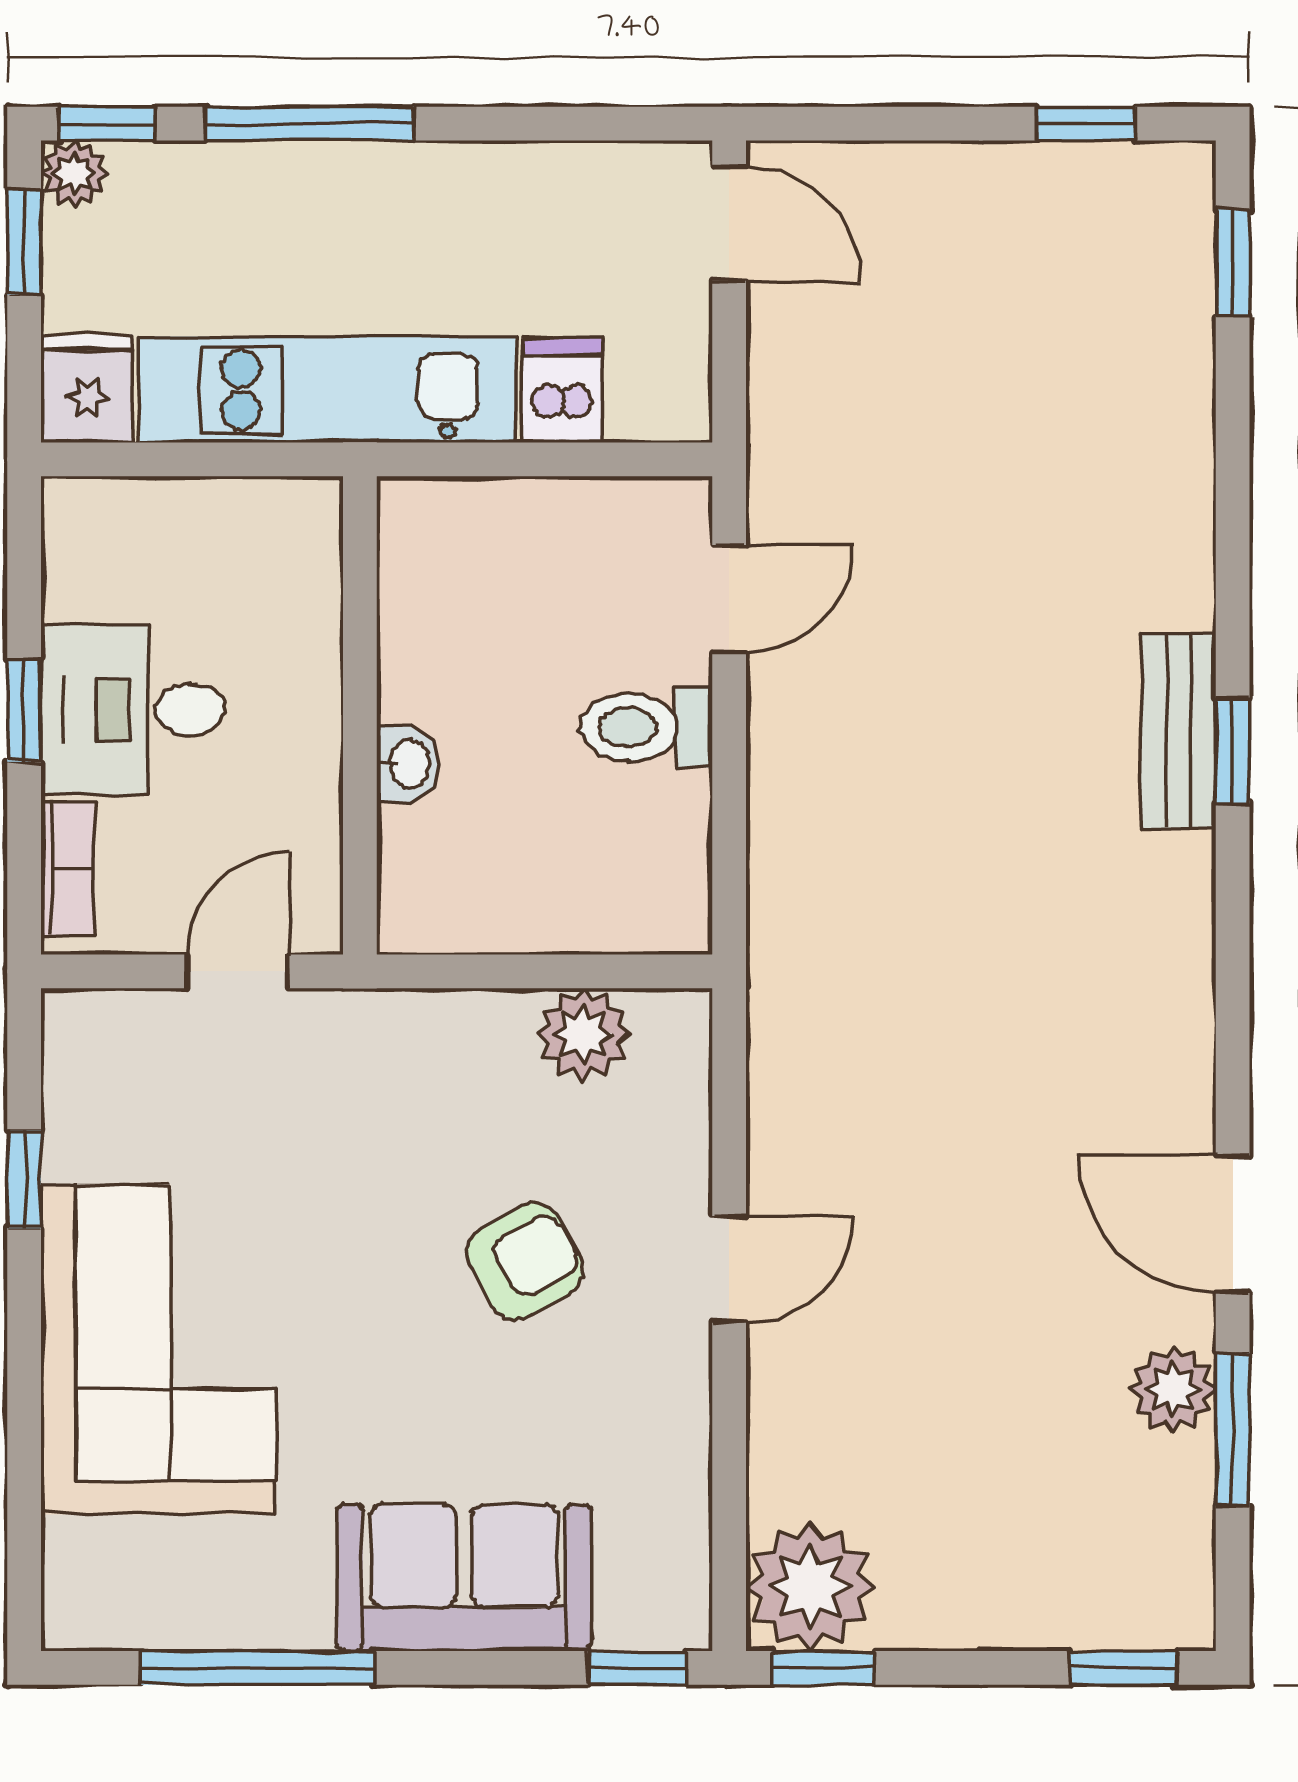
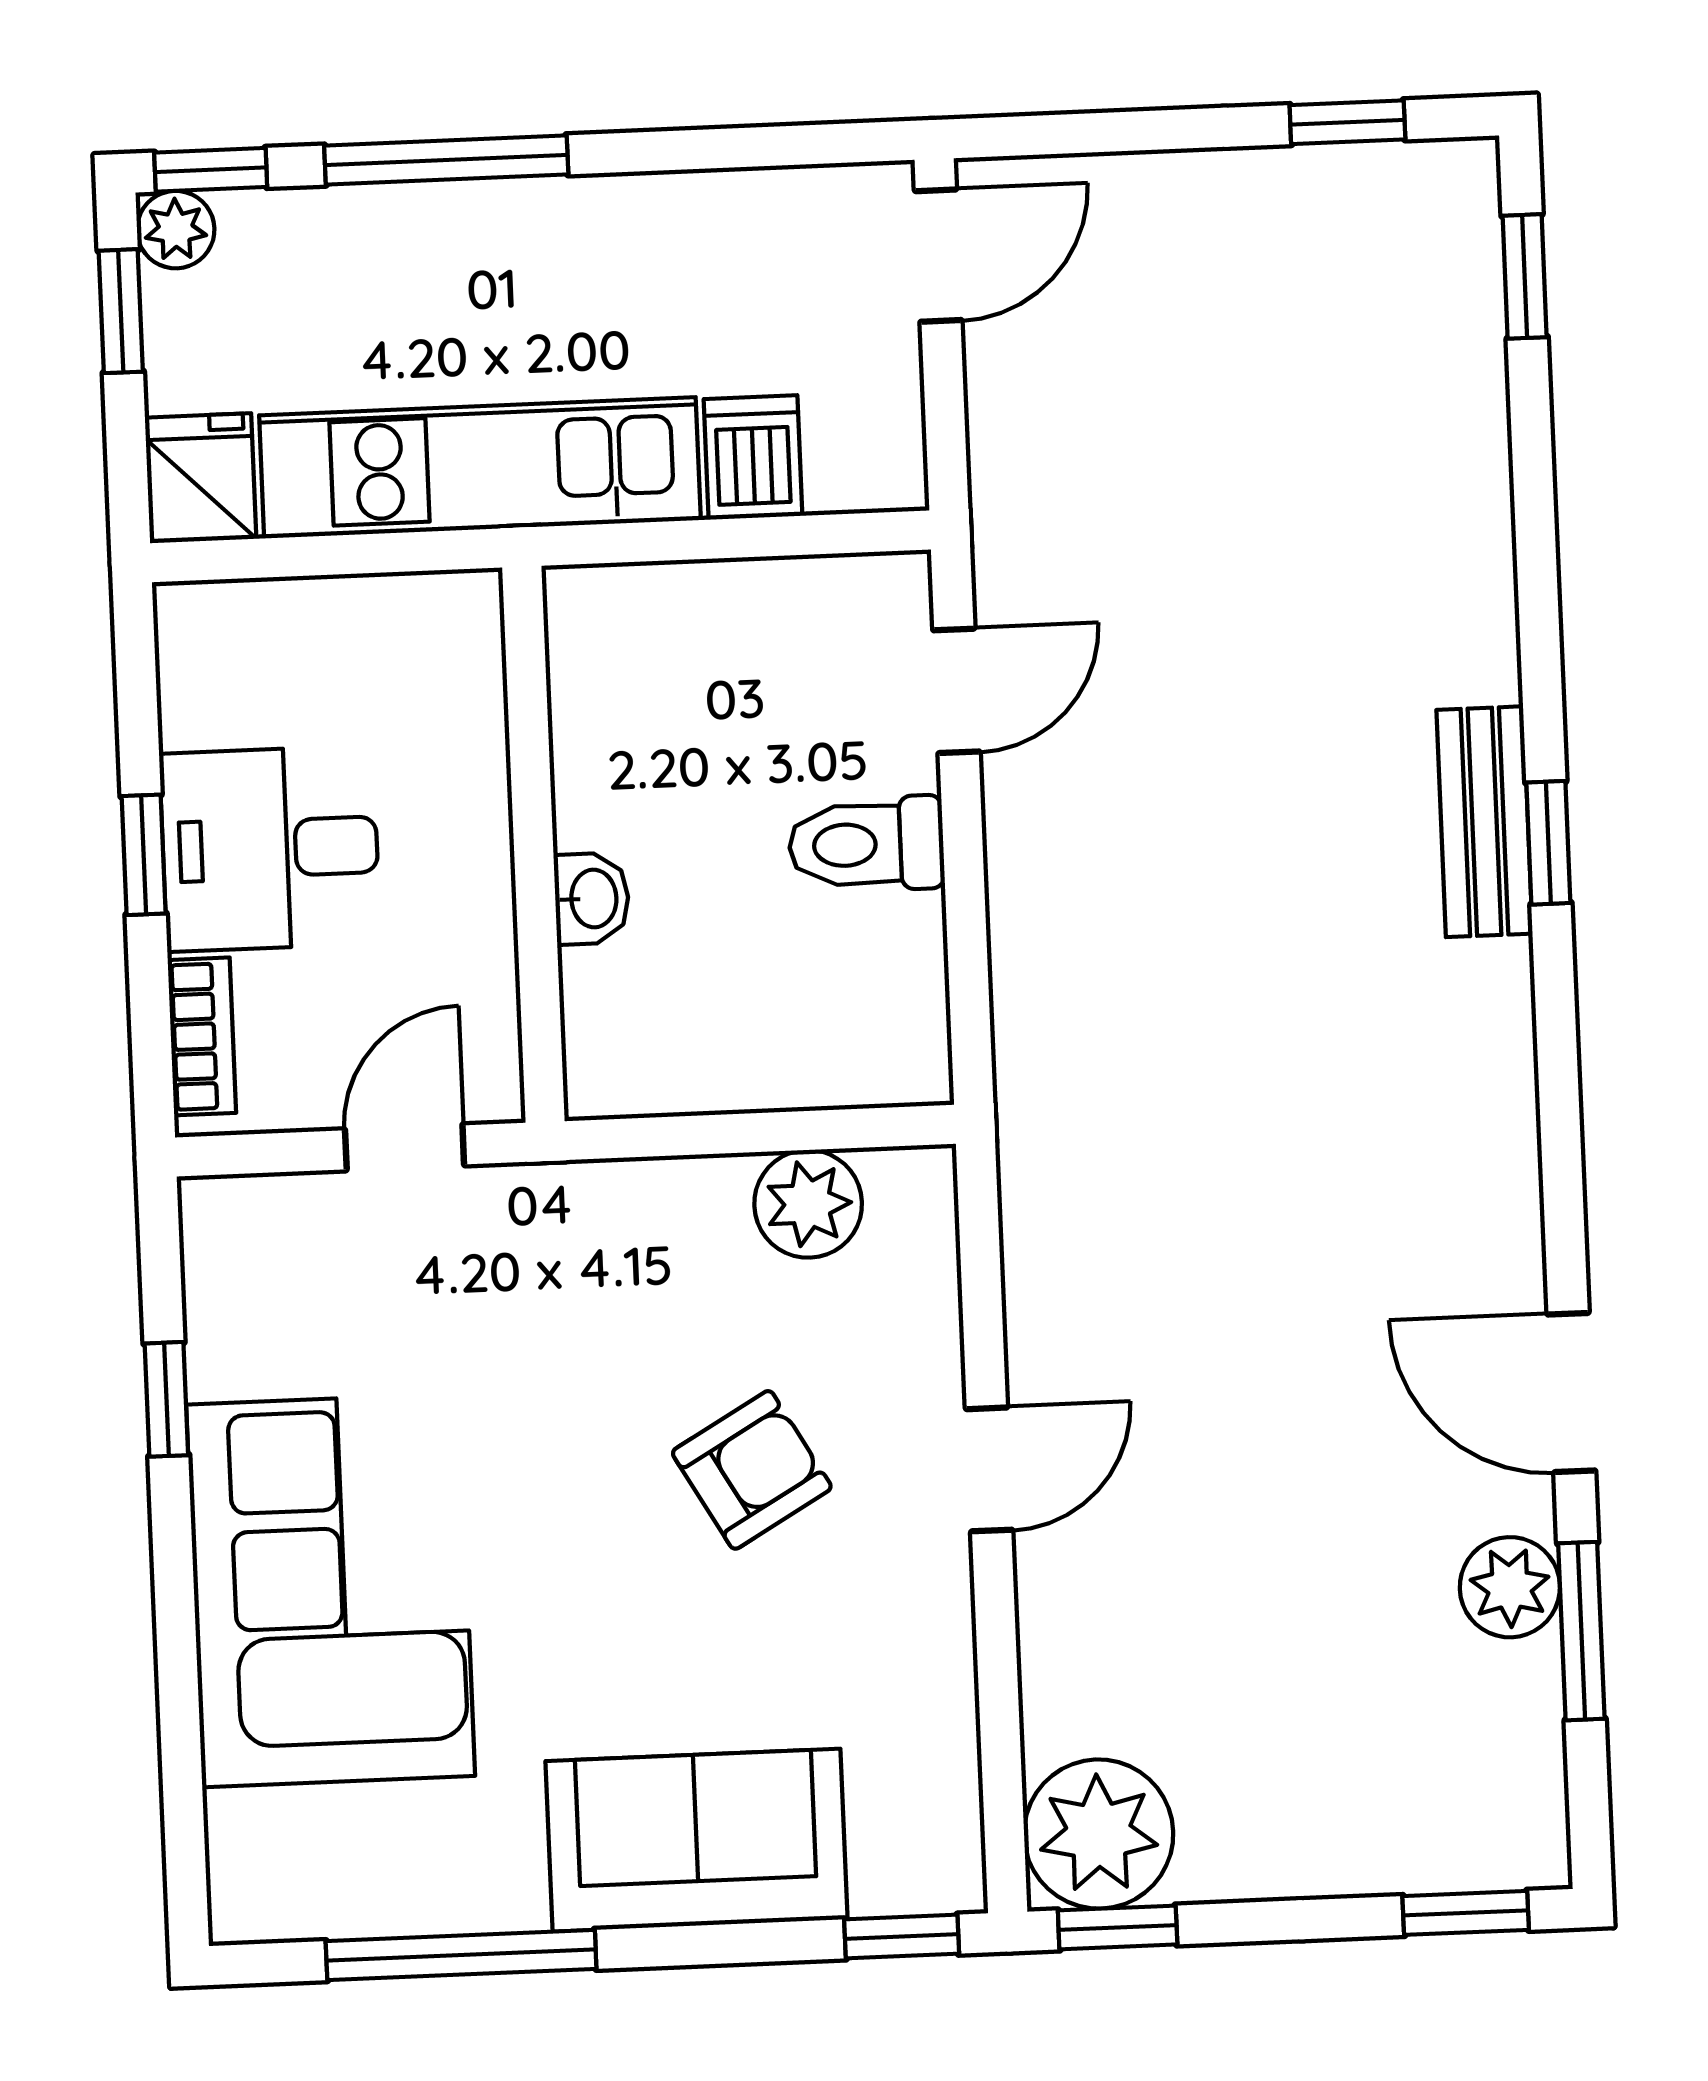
door: (729, 224) -> (938, 256), hinge flipped

